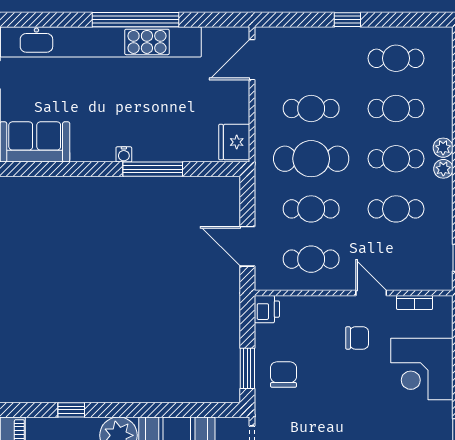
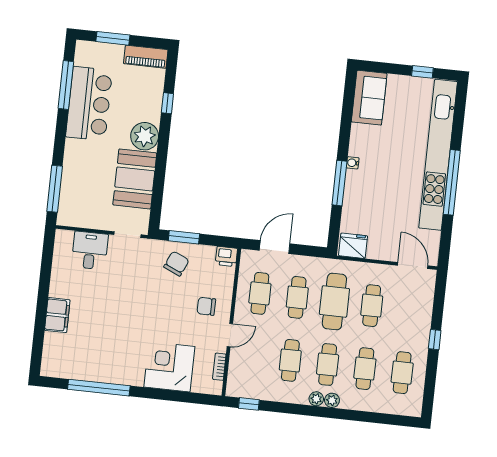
chair: (357, 338) -> (206, 306), moved, turned 90
chair: (283, 375) -> (176, 264), turned -66

